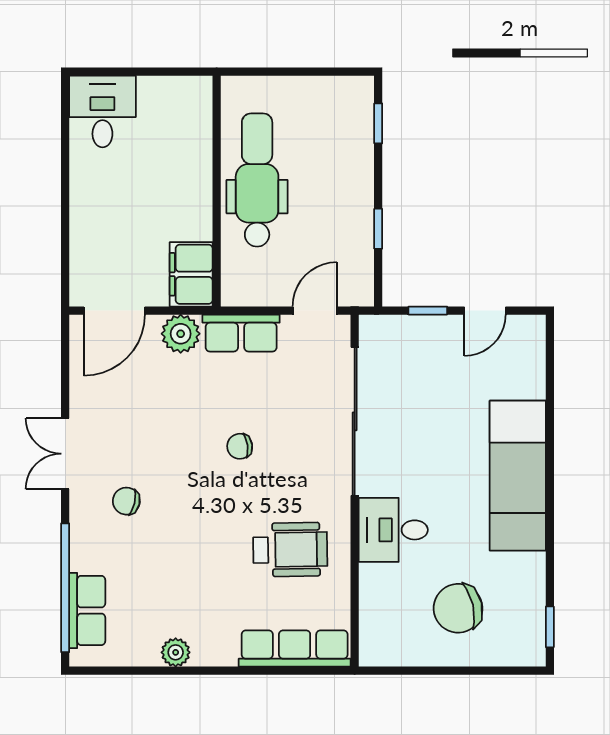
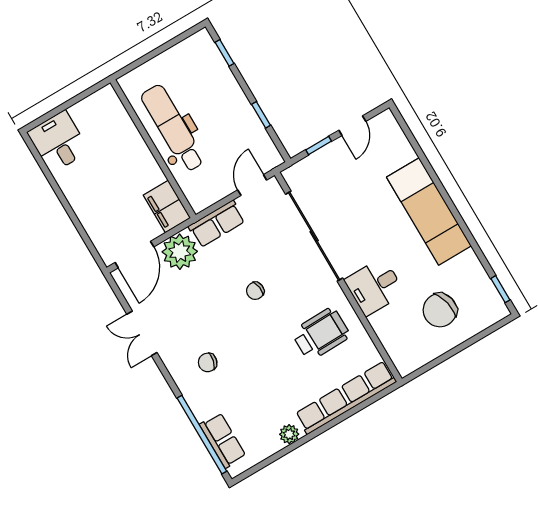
plant: (181, 334) -> (180, 252), width x1.36, depth x1.36
double door: (65, 454) -> (142, 333), moved
row of seats: (295, 649) -> (346, 398), width x1.36

